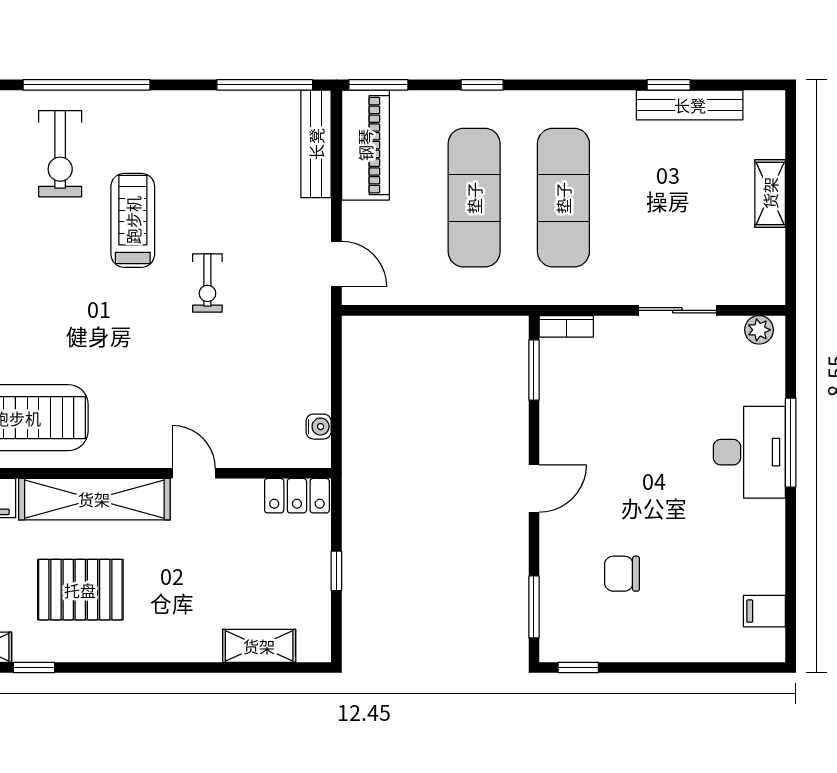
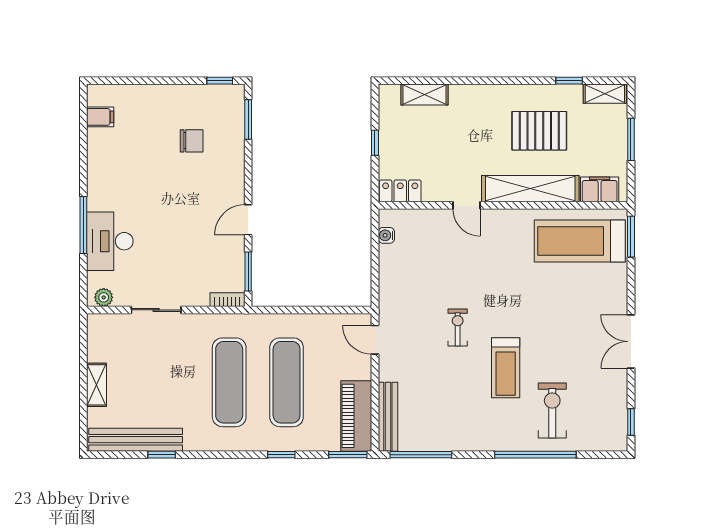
bench: (690, 105) -> (136, 440), width x1.37, depth x1.21
desk: (749, 452) -> (110, 241), moved
door: (534, 489) -> (248, 220), moved

